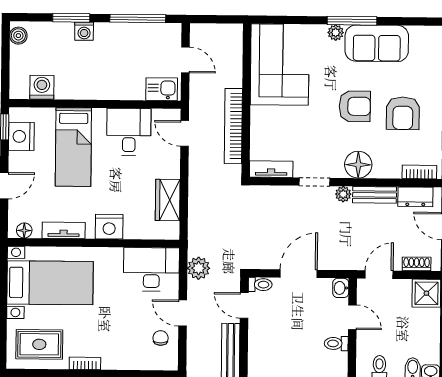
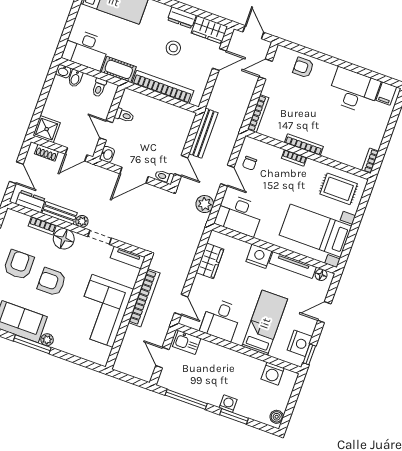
corner sofa: (280, 65) -> (102, 311), moved
bookcase: (419, 172) -> (42, 226), moved
tv unit: (64, 230) -> (293, 265), width x1.41
bookcase: (85, 363) -> (294, 158), moved

